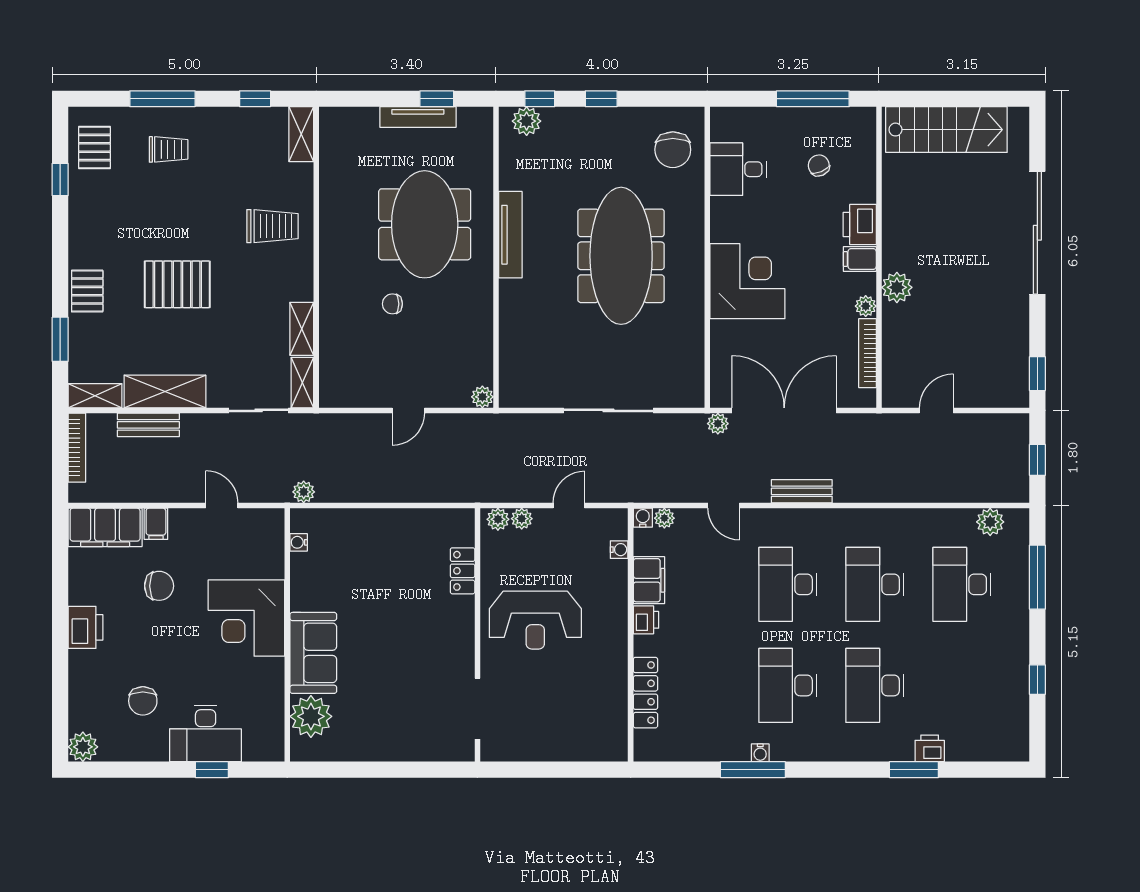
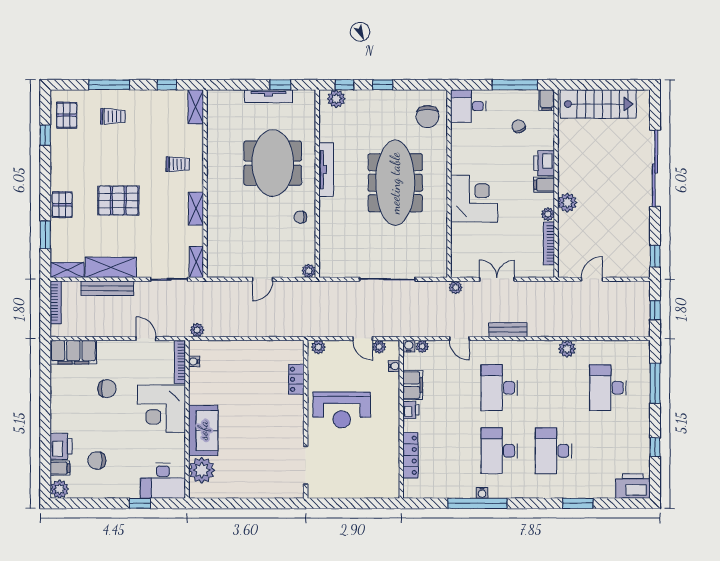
filing cabinet: (864, 123) -> (547, 100), added
desk: (738, 169) -> (468, 106), moved
trolley: (272, 226) -> (178, 164), width x0.73, depth x0.72
chair: (392, 304) -> (300, 217), moved
shelving: (302, 329) -> (196, 209), moved
double door: (784, 410) -> (497, 279), width x0.54
bench: (148, 425) -> (107, 288), width x1.36
door: (569, 505) -> (363, 339), swing flipped
plant: (522, 519) -> (379, 347), moved
plant: (990, 522) -> (567, 349), moved
filing cabinet: (156, 524) -> (60, 468), moved, turned -90
bookcase: (276, 543) -> (180, 362), added
desk: (875, 584) -> (554, 388), removed
printer: (85, 627) -> (61, 446), moved
chair: (143, 701) -> (97, 460), turned 90
desk: (206, 733) -> (163, 481), moved
printer: (930, 748) -> (633, 486), moved, width x1.87, depth x1.48
window: (753, 770) -> (477, 503), width x1.46

